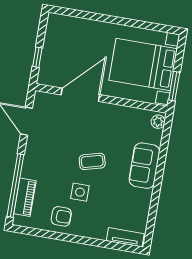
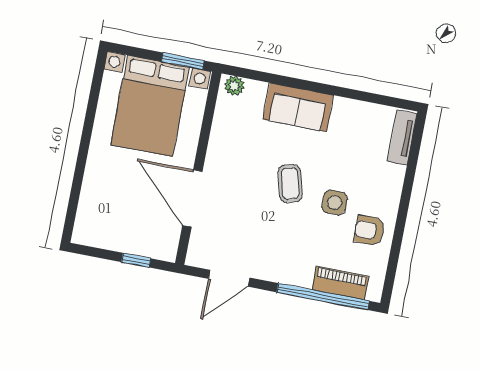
armchair: (61, 216) -> (369, 230), turned -90

